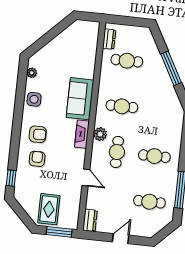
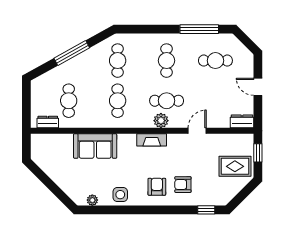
sofa: (80, 99) -> (95, 146), moved
cafe table: (159, 110) -> (118, 61), added
plant: (100, 134) -> (161, 121), moved
cafe table: (149, 202) -> (215, 61), turned 90
window: (59, 232) -> (258, 153), width x0.67

